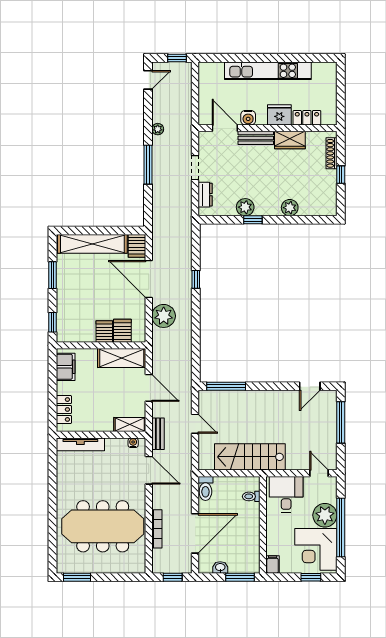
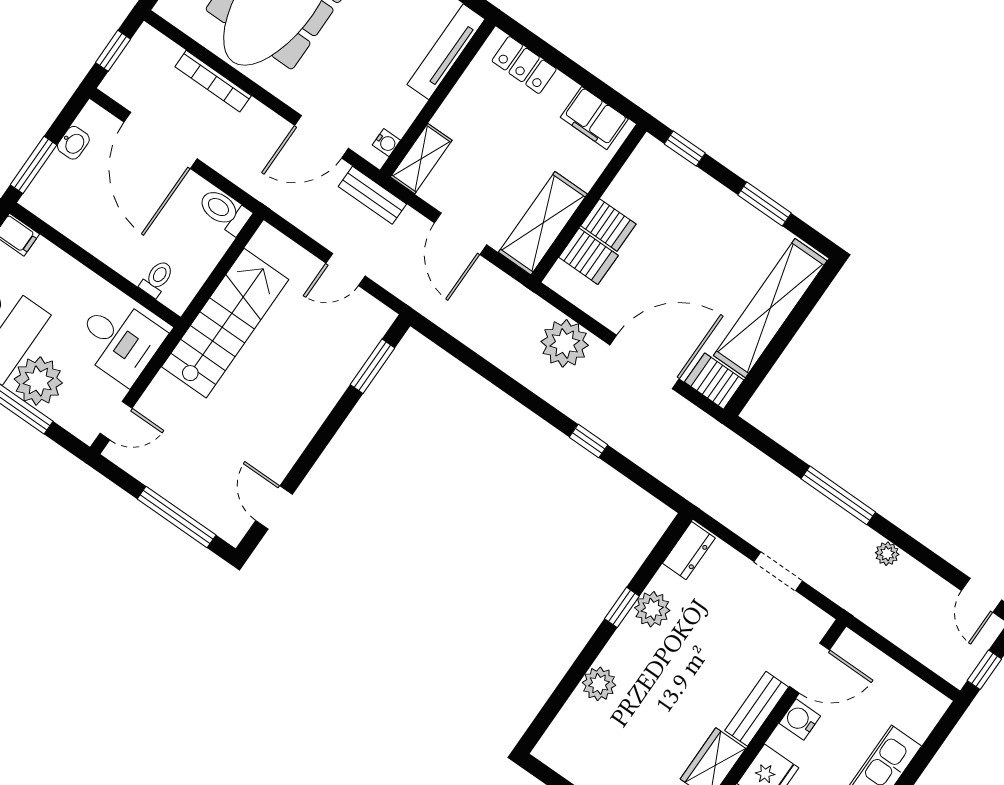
dresser: (205, 195) -> (689, 551), moved, turned -90
window: (226, 386) -> (372, 366), width x0.69
door: (149, 388) -> (461, 234), hinge flipped

